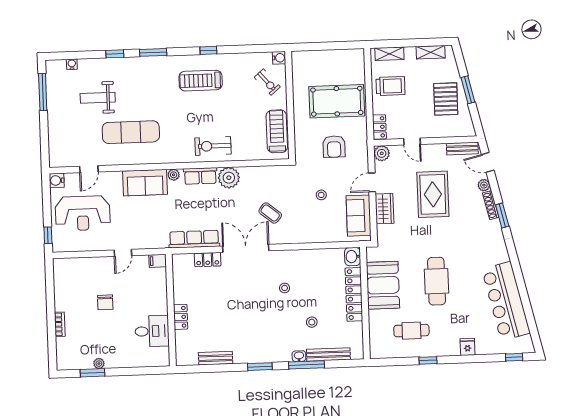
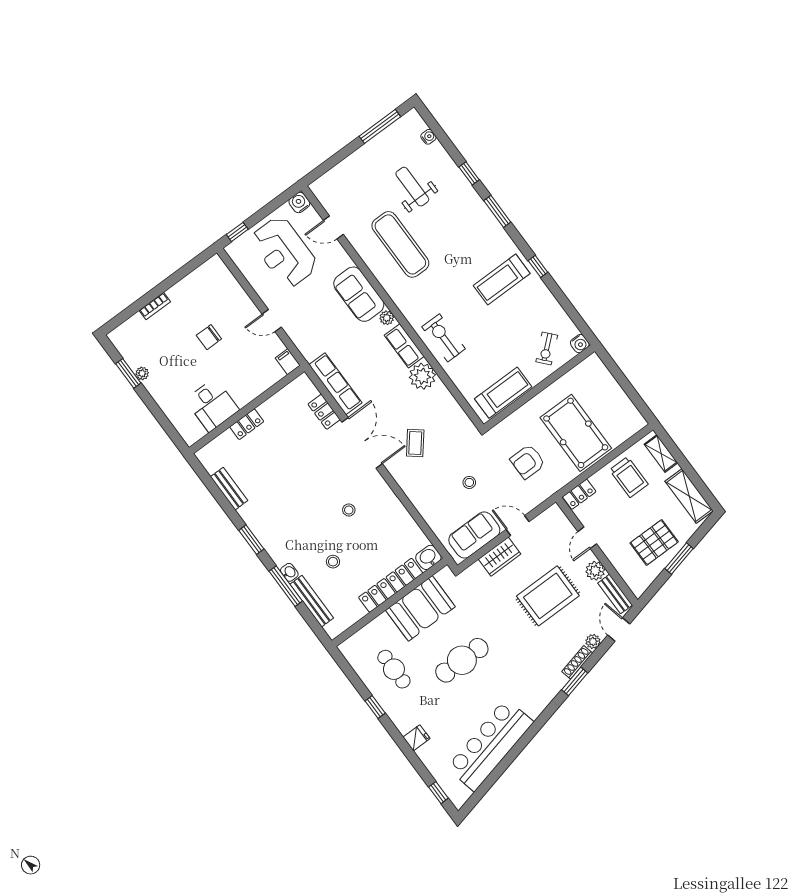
shelving: (431, 52) -> (689, 496), width x1.50, depth x1.33
treadmill: (201, 81) -> (502, 280), turned -90
plant: (382, 153) -> (595, 571), moved

